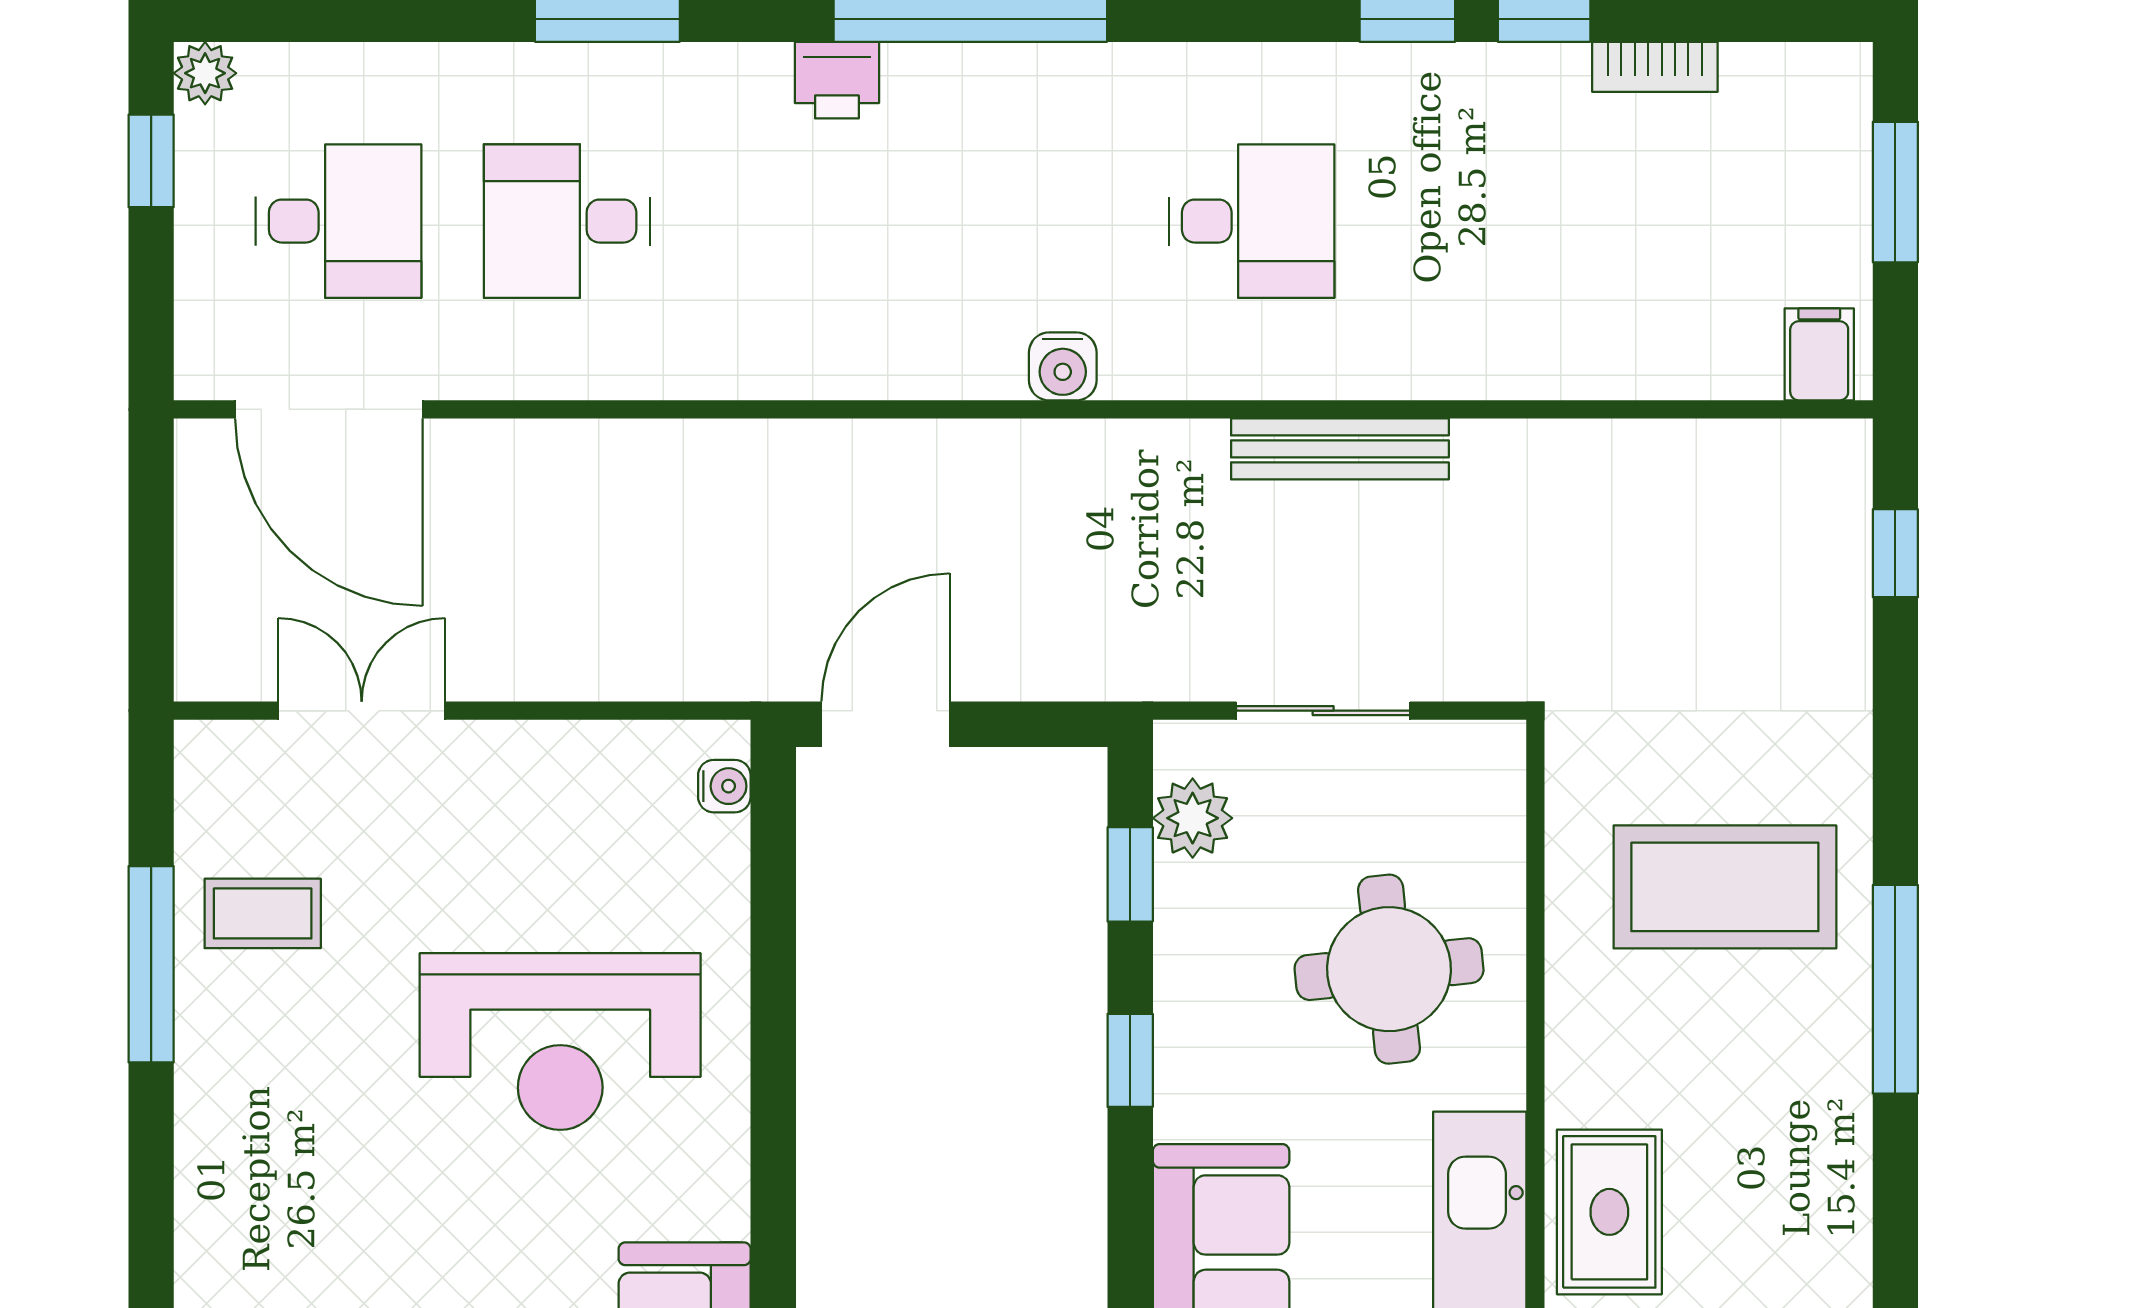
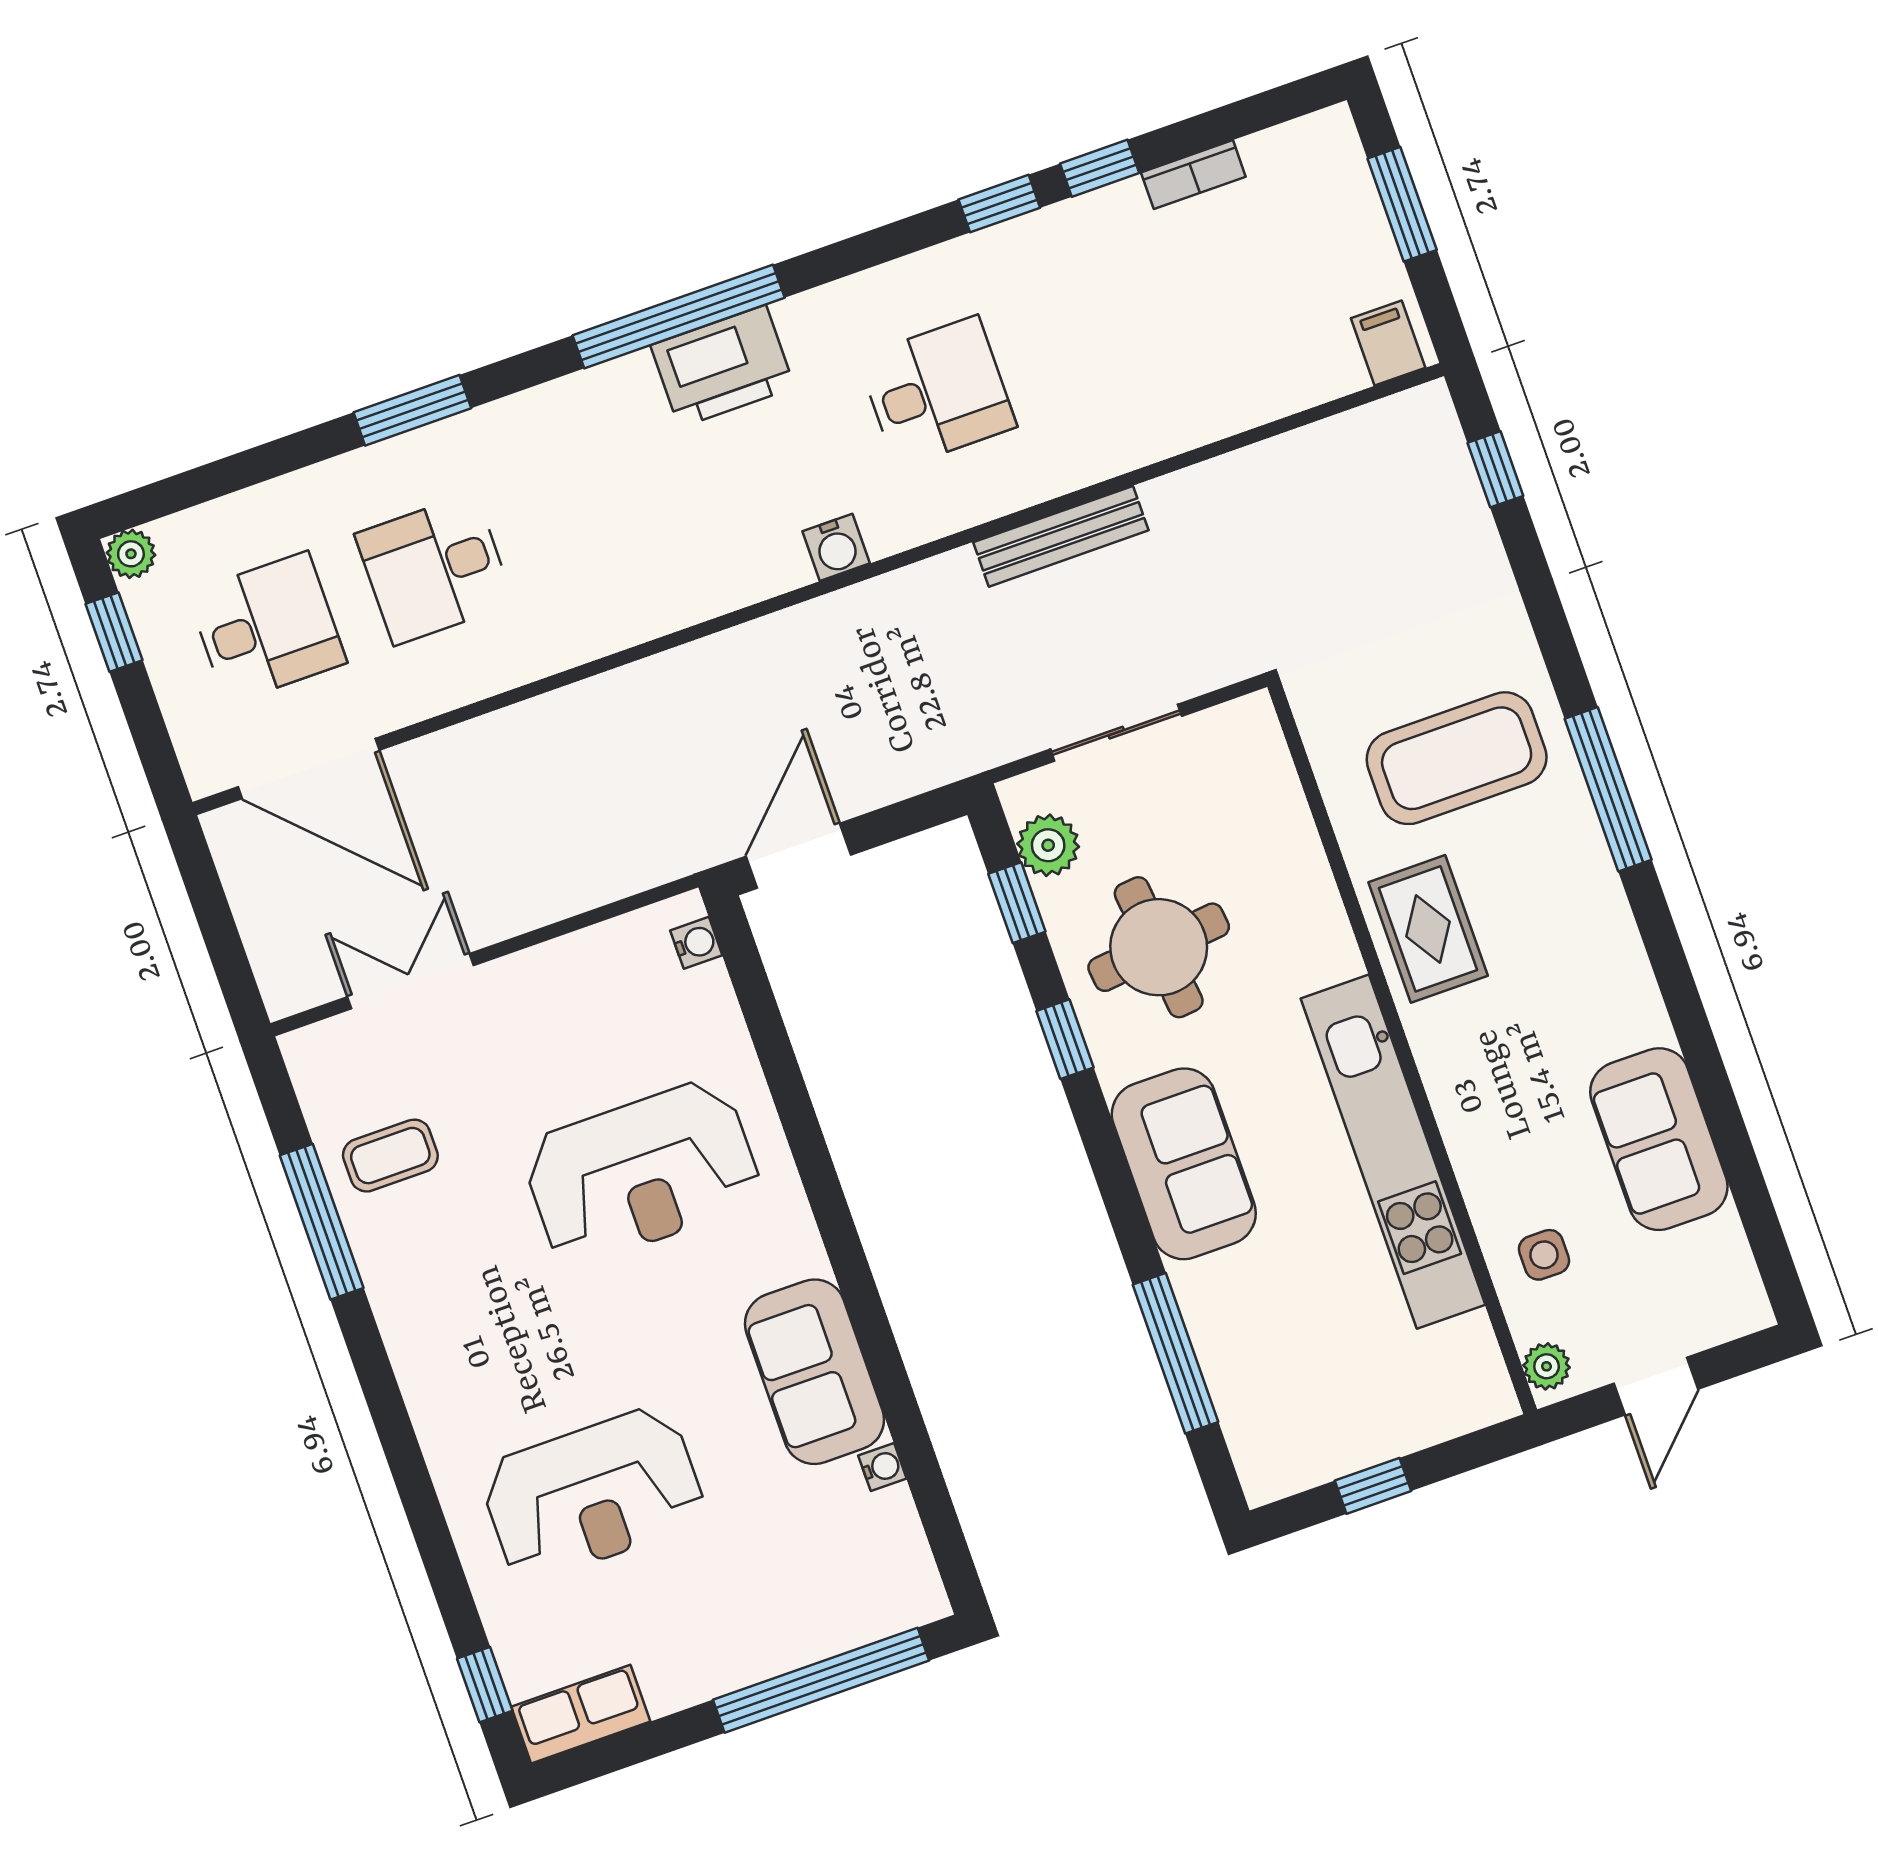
printer: (837, 80) -> (723, 366), moved, width x1.87, depth x1.48
round table: (1389, 969) -> (1159, 947), moved
rug: (1609, 1212) -> (1428, 929), moved

